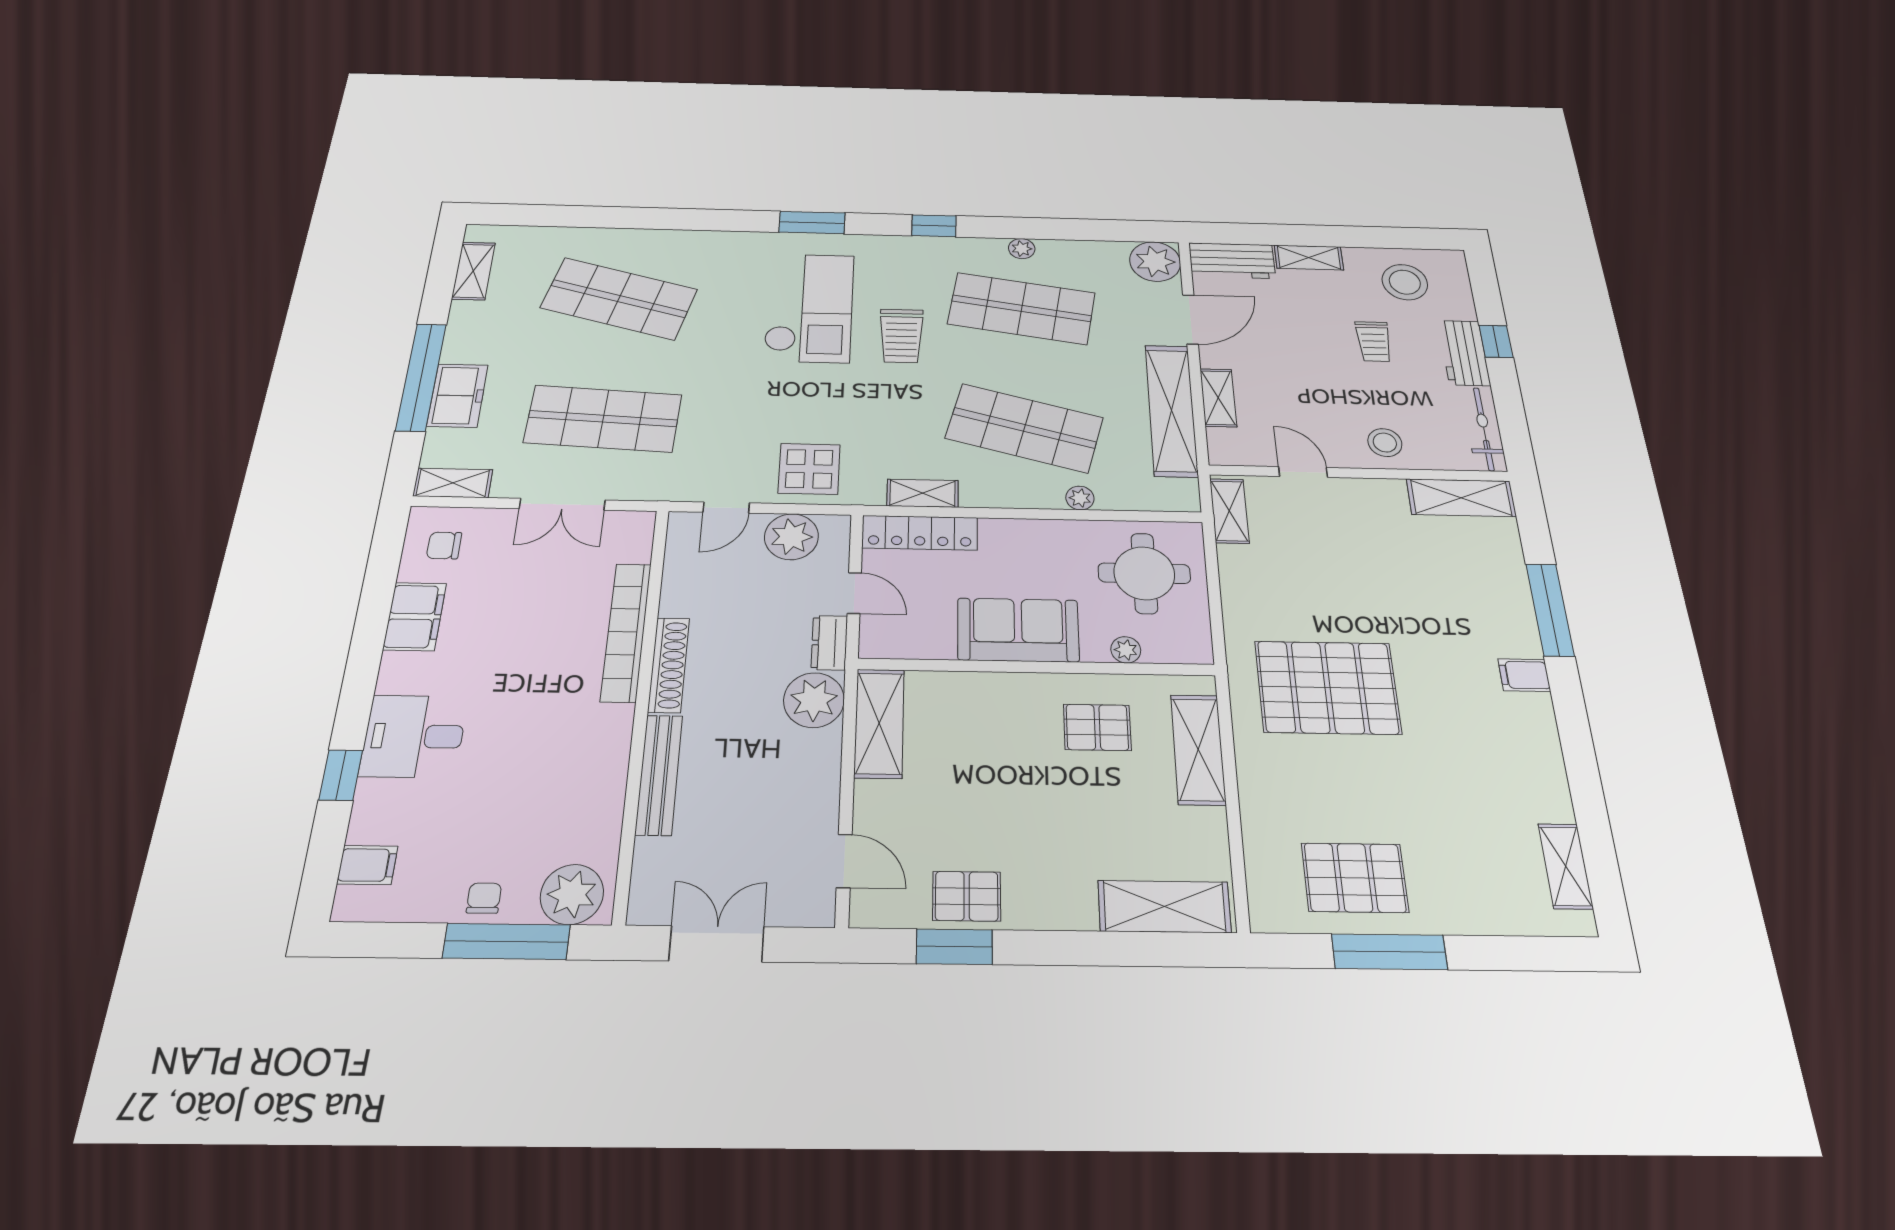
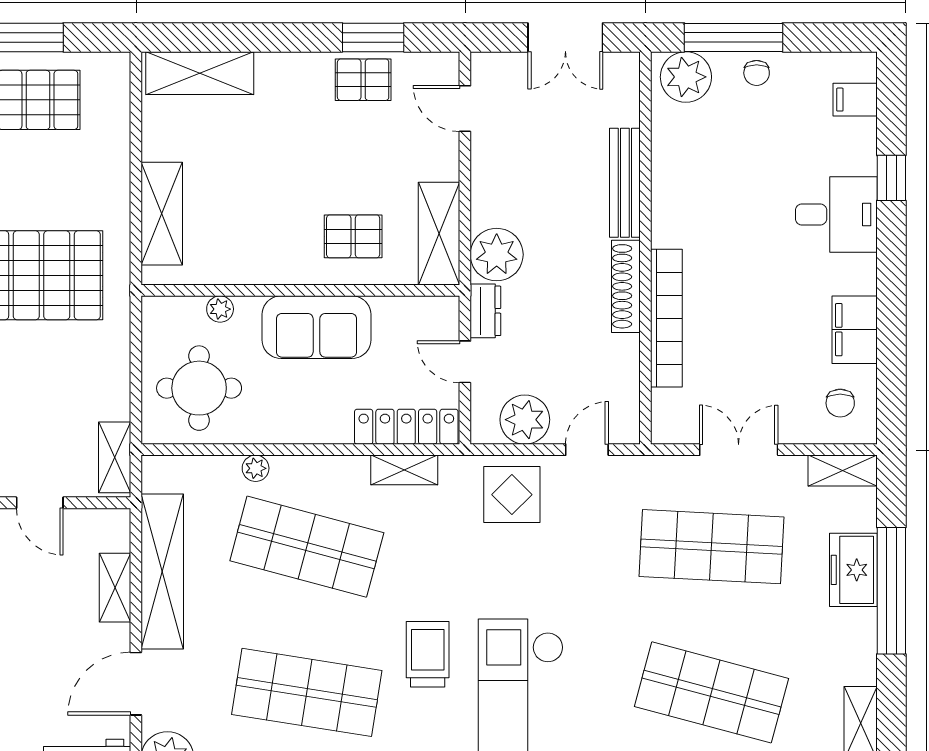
chair: (444, 545) -> (840, 403), turned 90
pallet: (1097, 727) -> (353, 236), moved

